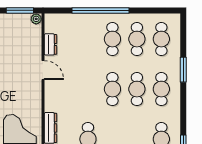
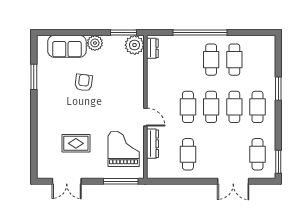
plant: (36, 19) -> (135, 45), width x1.88, depth x1.88
cafe table: (161, 39) -> (188, 107), moved
dresser: (50, 44) -> (152, 48), moved
door: (43, 70) -> (145, 117), moved

